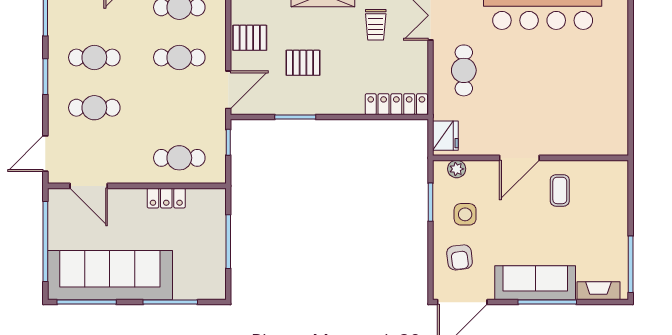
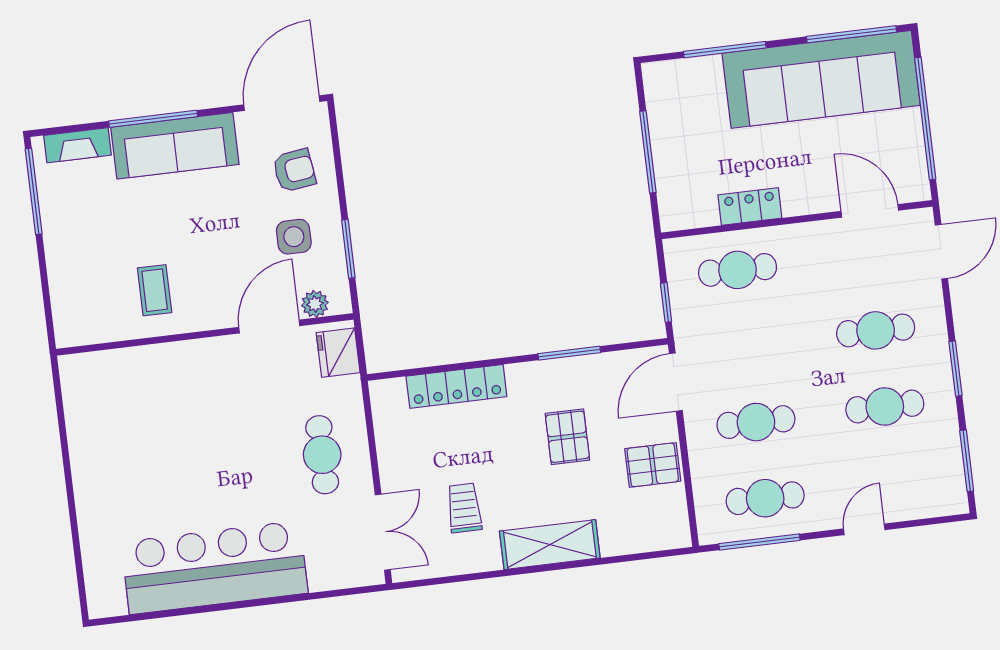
pallet: (303, 63) -> (567, 437), turned 90
locker: (396, 104) -> (456, 386), moved
door: (519, 158) -> (269, 327), moved
armchair: (460, 257) -> (294, 170), turned 89

